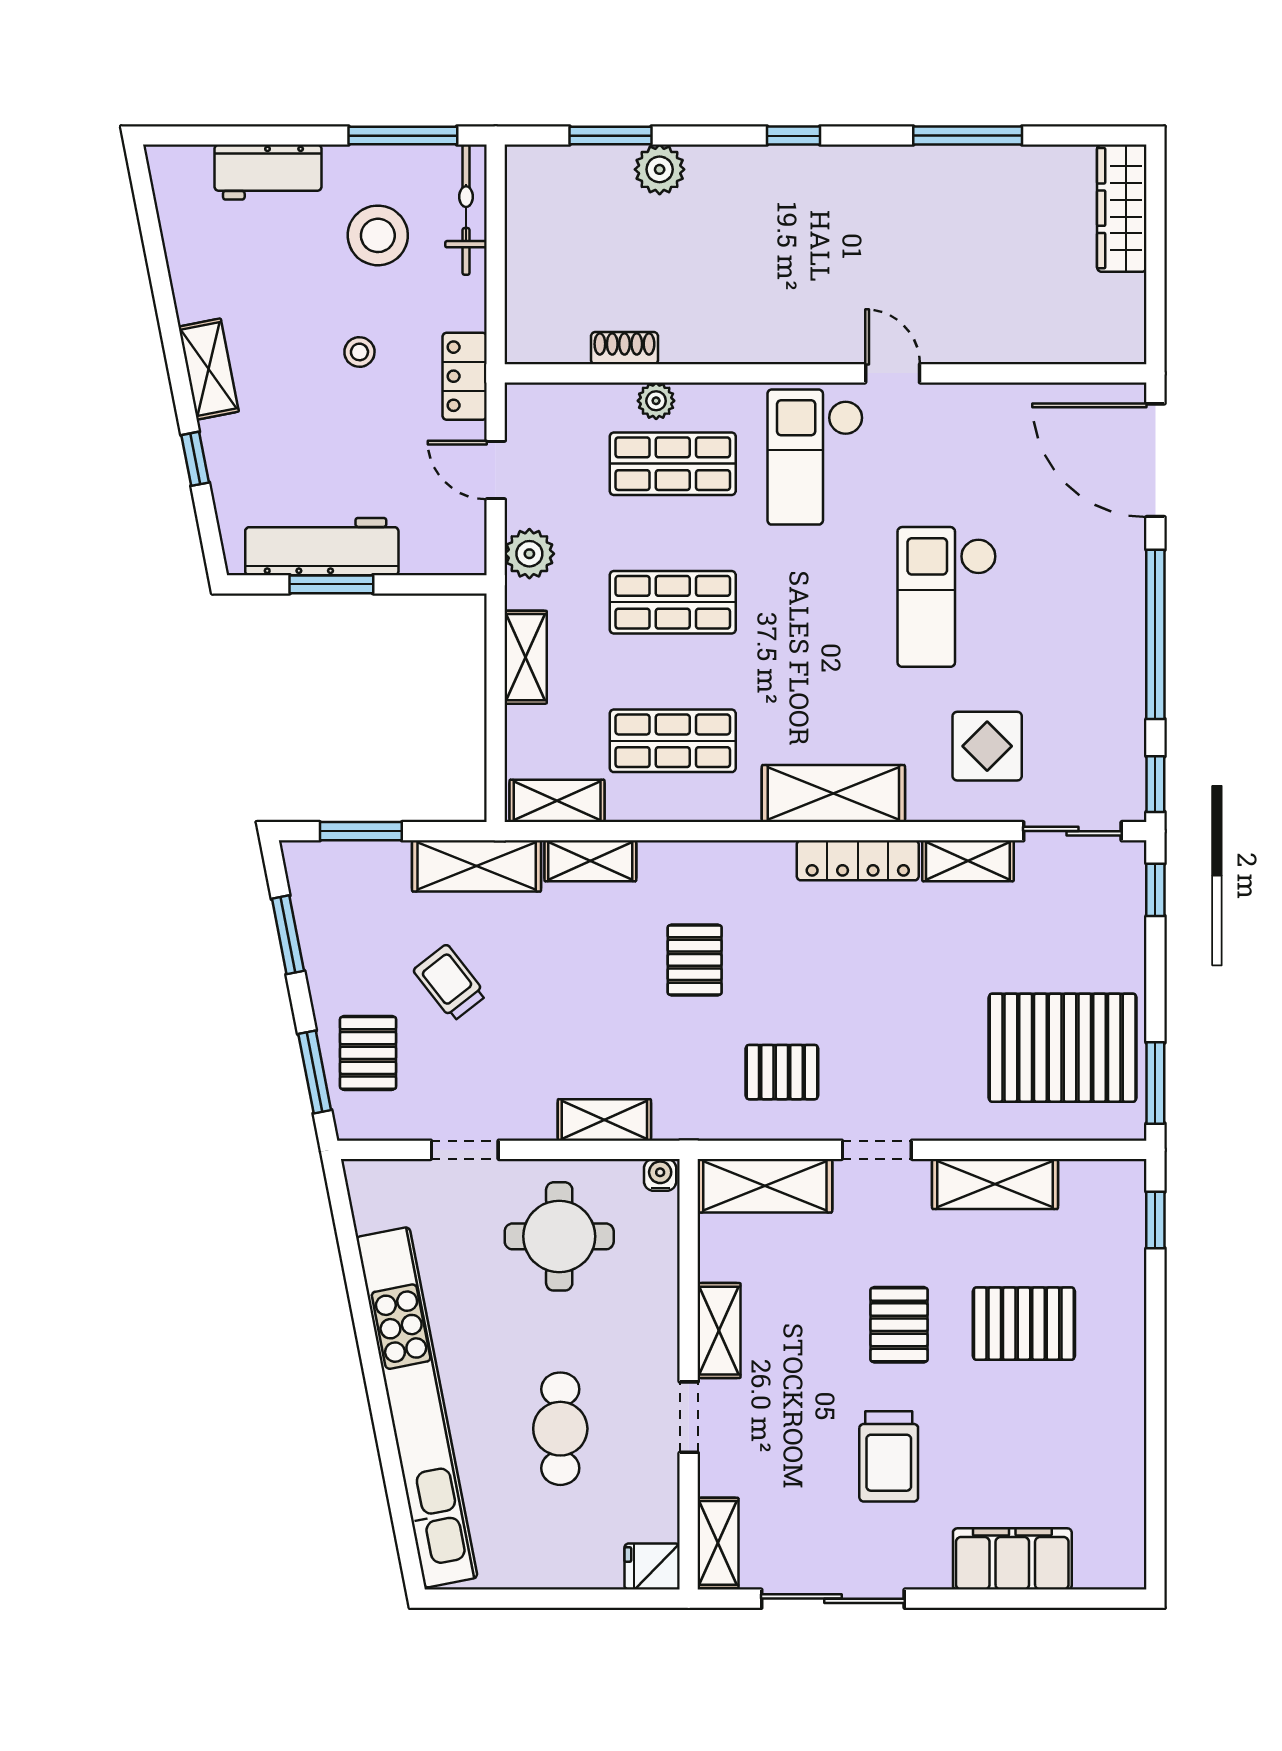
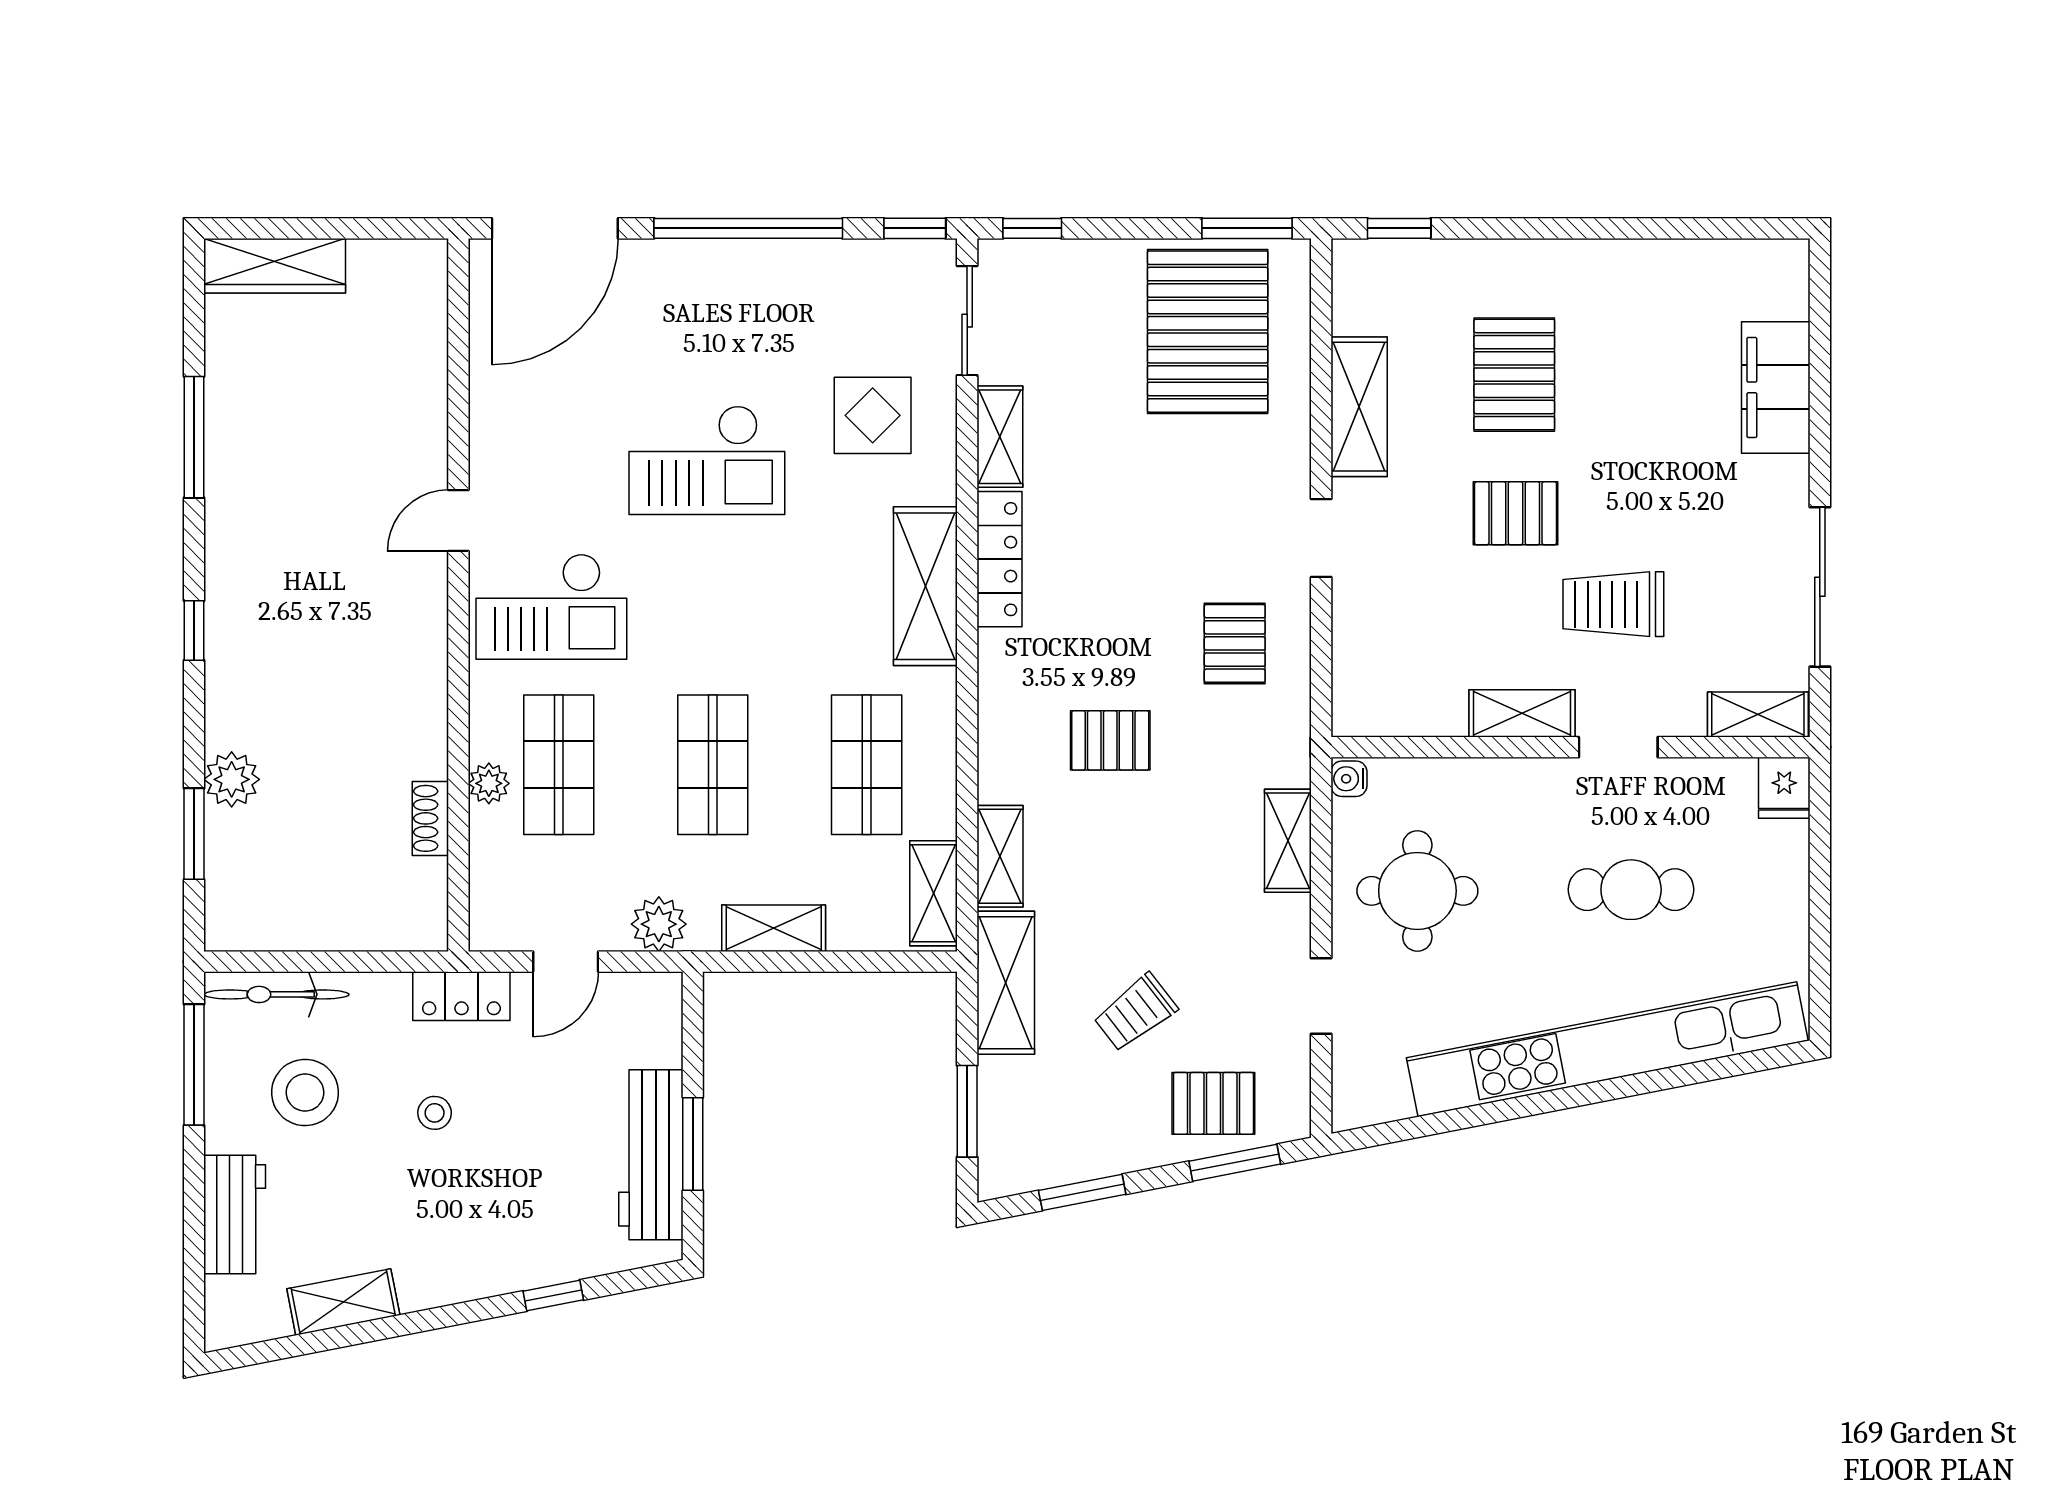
shelving: (209, 369) -> (343, 1302), moved
shelving: (765, 1186) -> (1361, 662), removed
trolley: (889, 1456) -> (1613, 604), moved, turned 180

